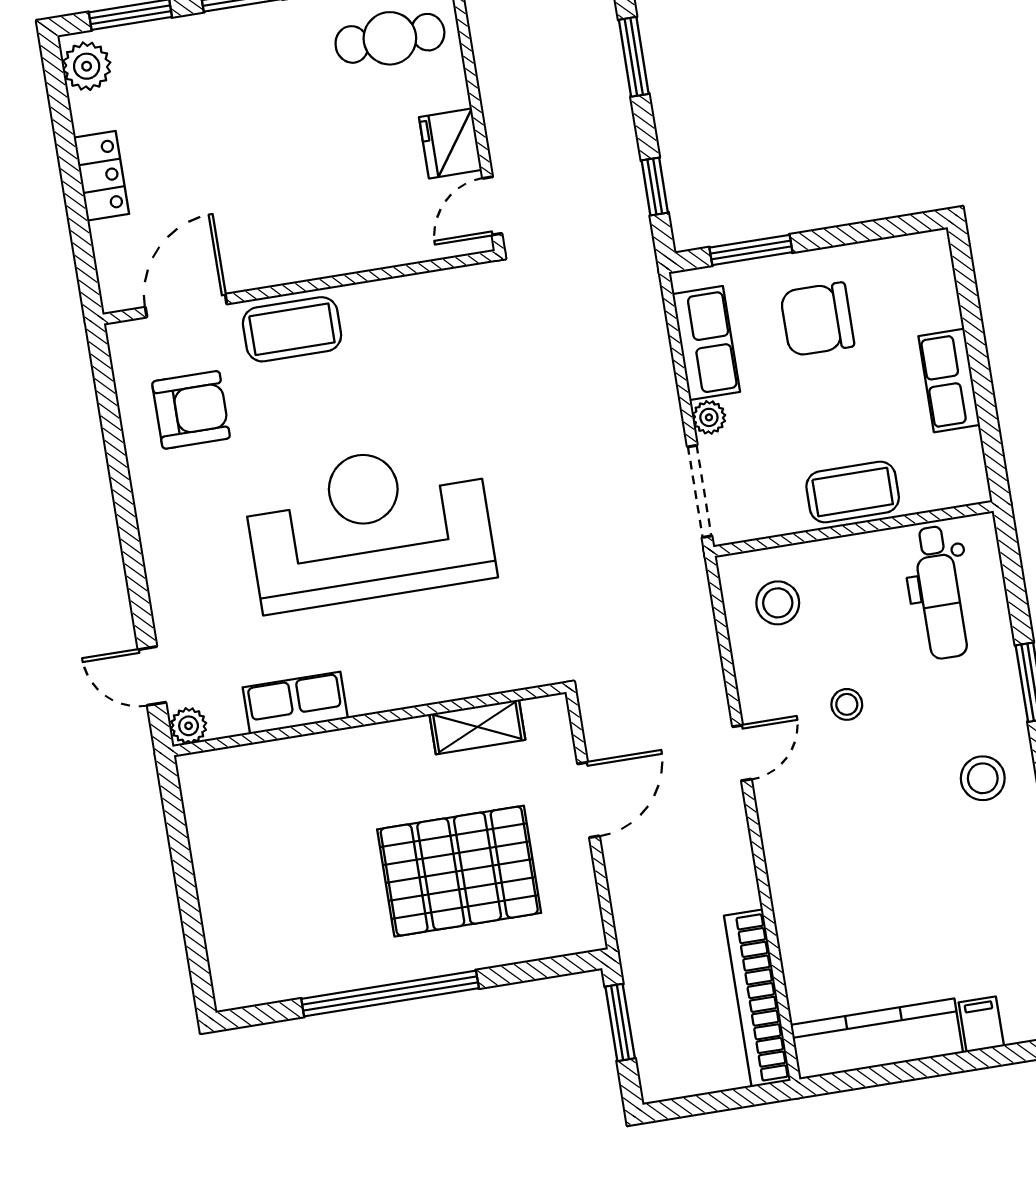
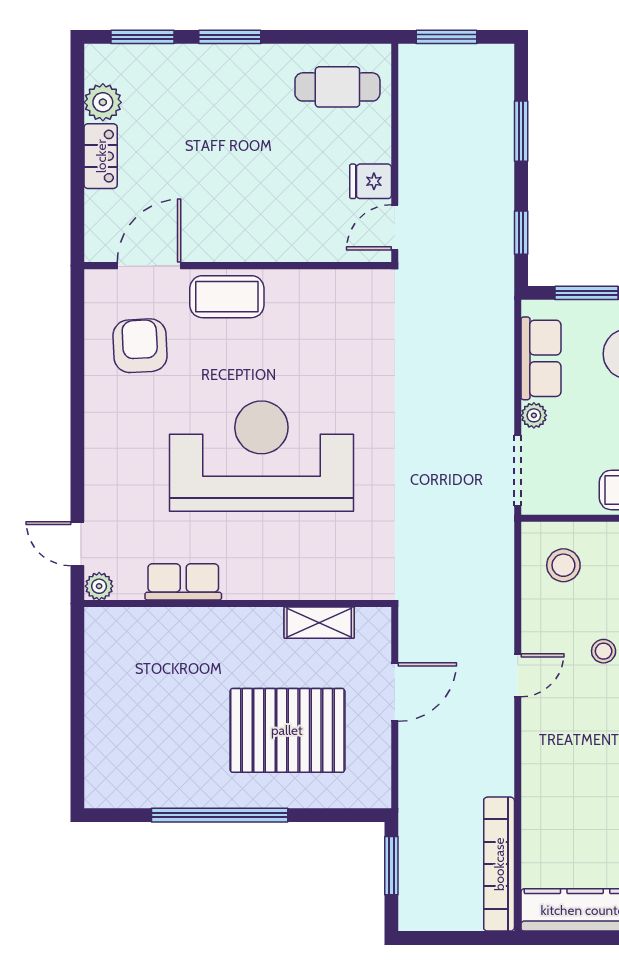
plant: (87, 66) -> (103, 102), moved
fridge: (450, 144) -> (371, 181), width x0.72
armchair: (191, 410) -> (140, 346), turned -93

